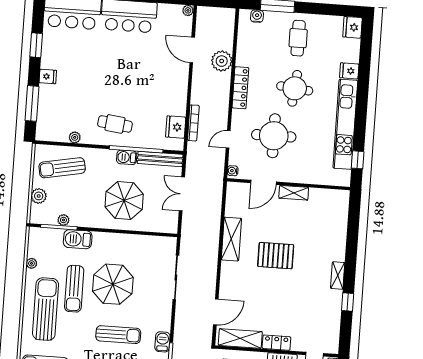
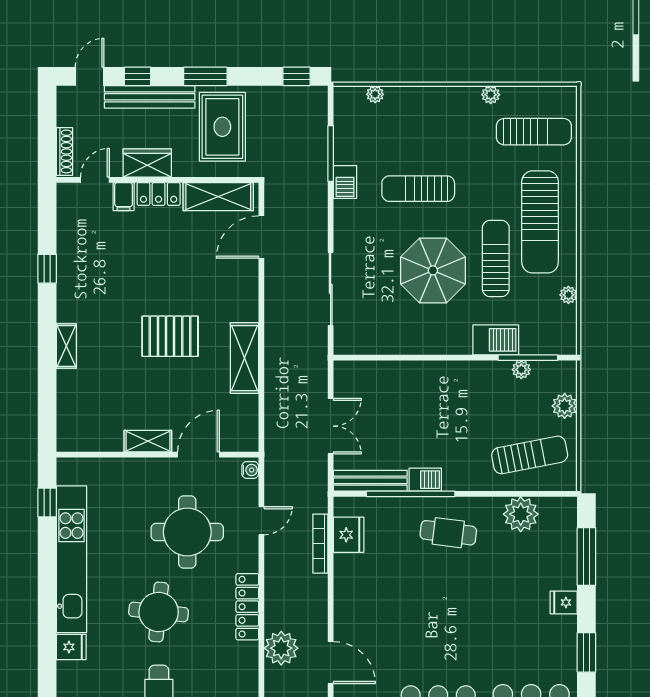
plant: (75, 137) -> (521, 514), width x1.88, depth x1.88
parasol: (124, 201) -> (424, 409), removed
shelving: (338, 275) -> (66, 346), moved
filing cabinet: (298, 343) -> (124, 197), added

